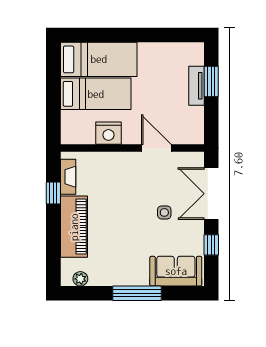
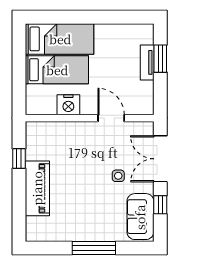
fireplace: (68, 177) -> (32, 144), removed
sofa: (176, 271) -> (140, 217), moved, turned -90
plant: (80, 279) -> (43, 235), removed

